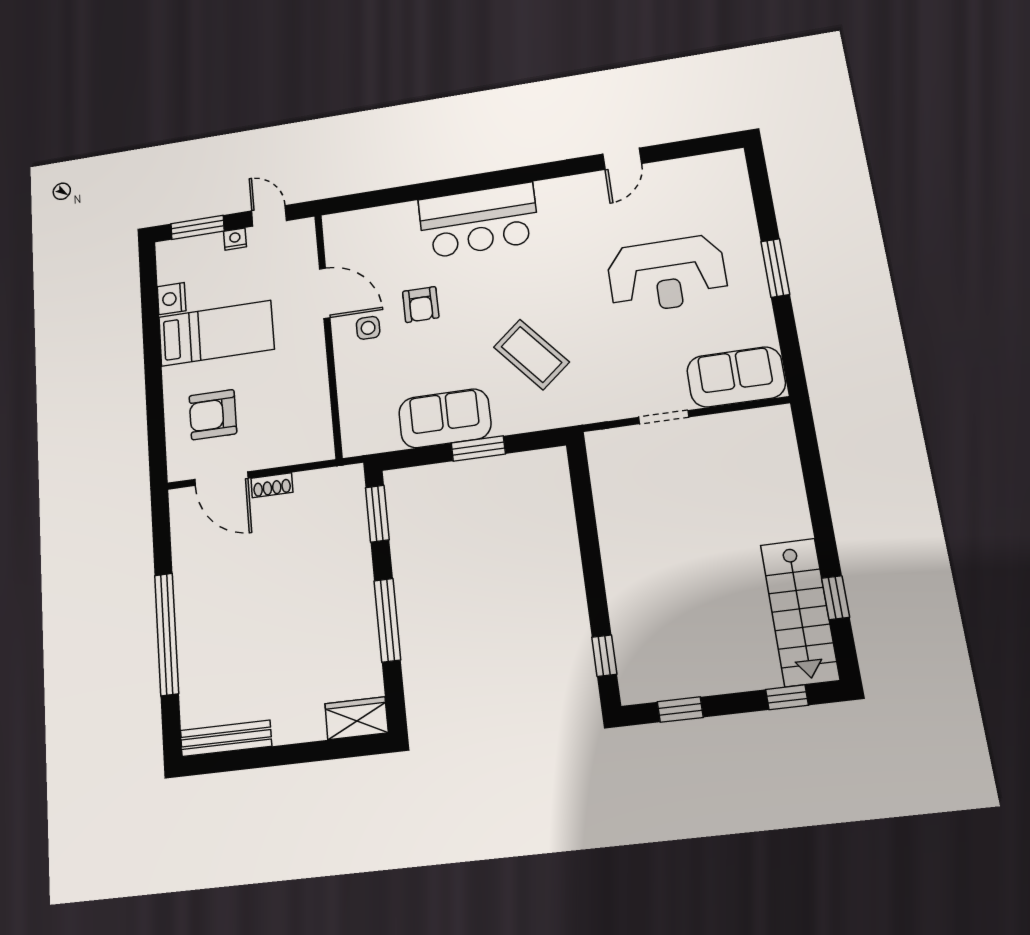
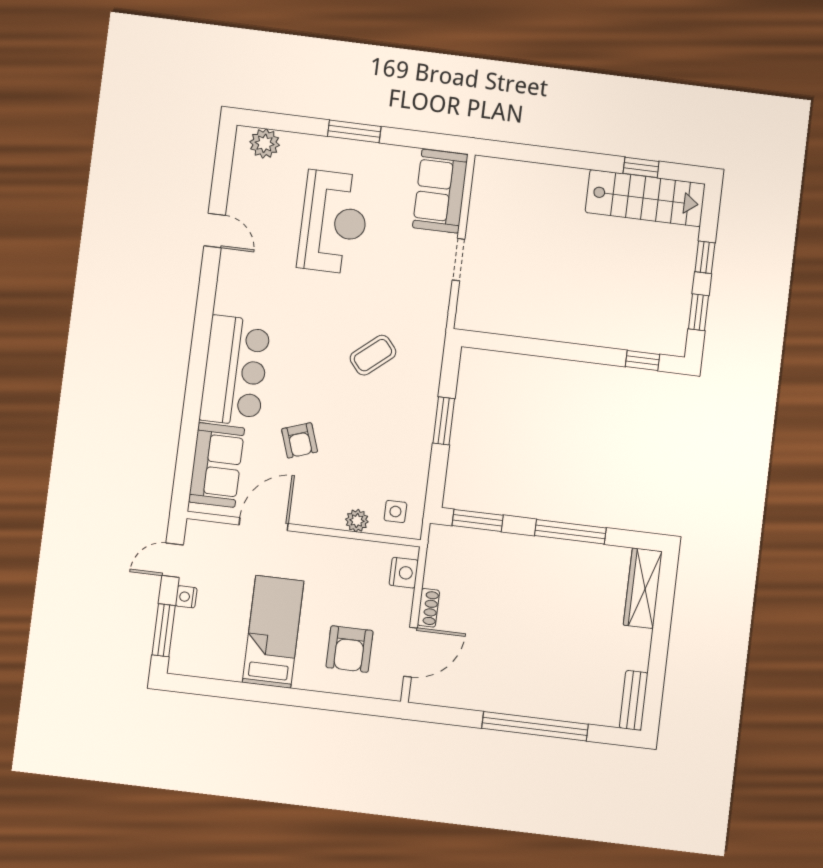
plant: (732, 181) -> (265, 143), added
nightstand: (172, 299) -> (404, 573), moved, turned -90
armchair: (421, 305) -> (300, 440), turned 71
side table: (368, 328) -> (395, 511), moved
coffee table: (531, 355) -> (373, 355), width x0.73, depth x0.77
plant: (349, 386) -> (357, 521), added
sofa: (445, 418) -> (217, 465), moved, turned 180
window: (787, 697) -> (705, 257), moved
wardrobe: (356, 718) -> (643, 588), width x1.50
bench: (226, 738) -> (634, 700), width x0.73

